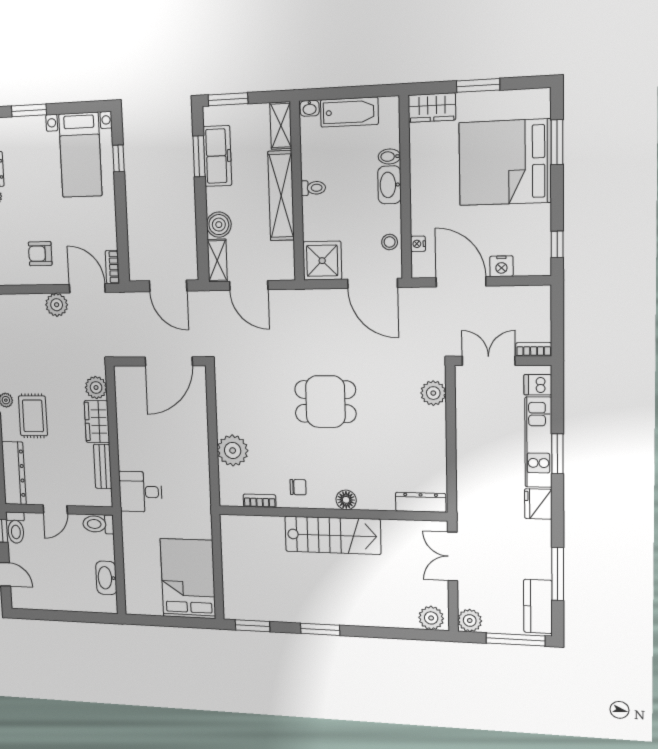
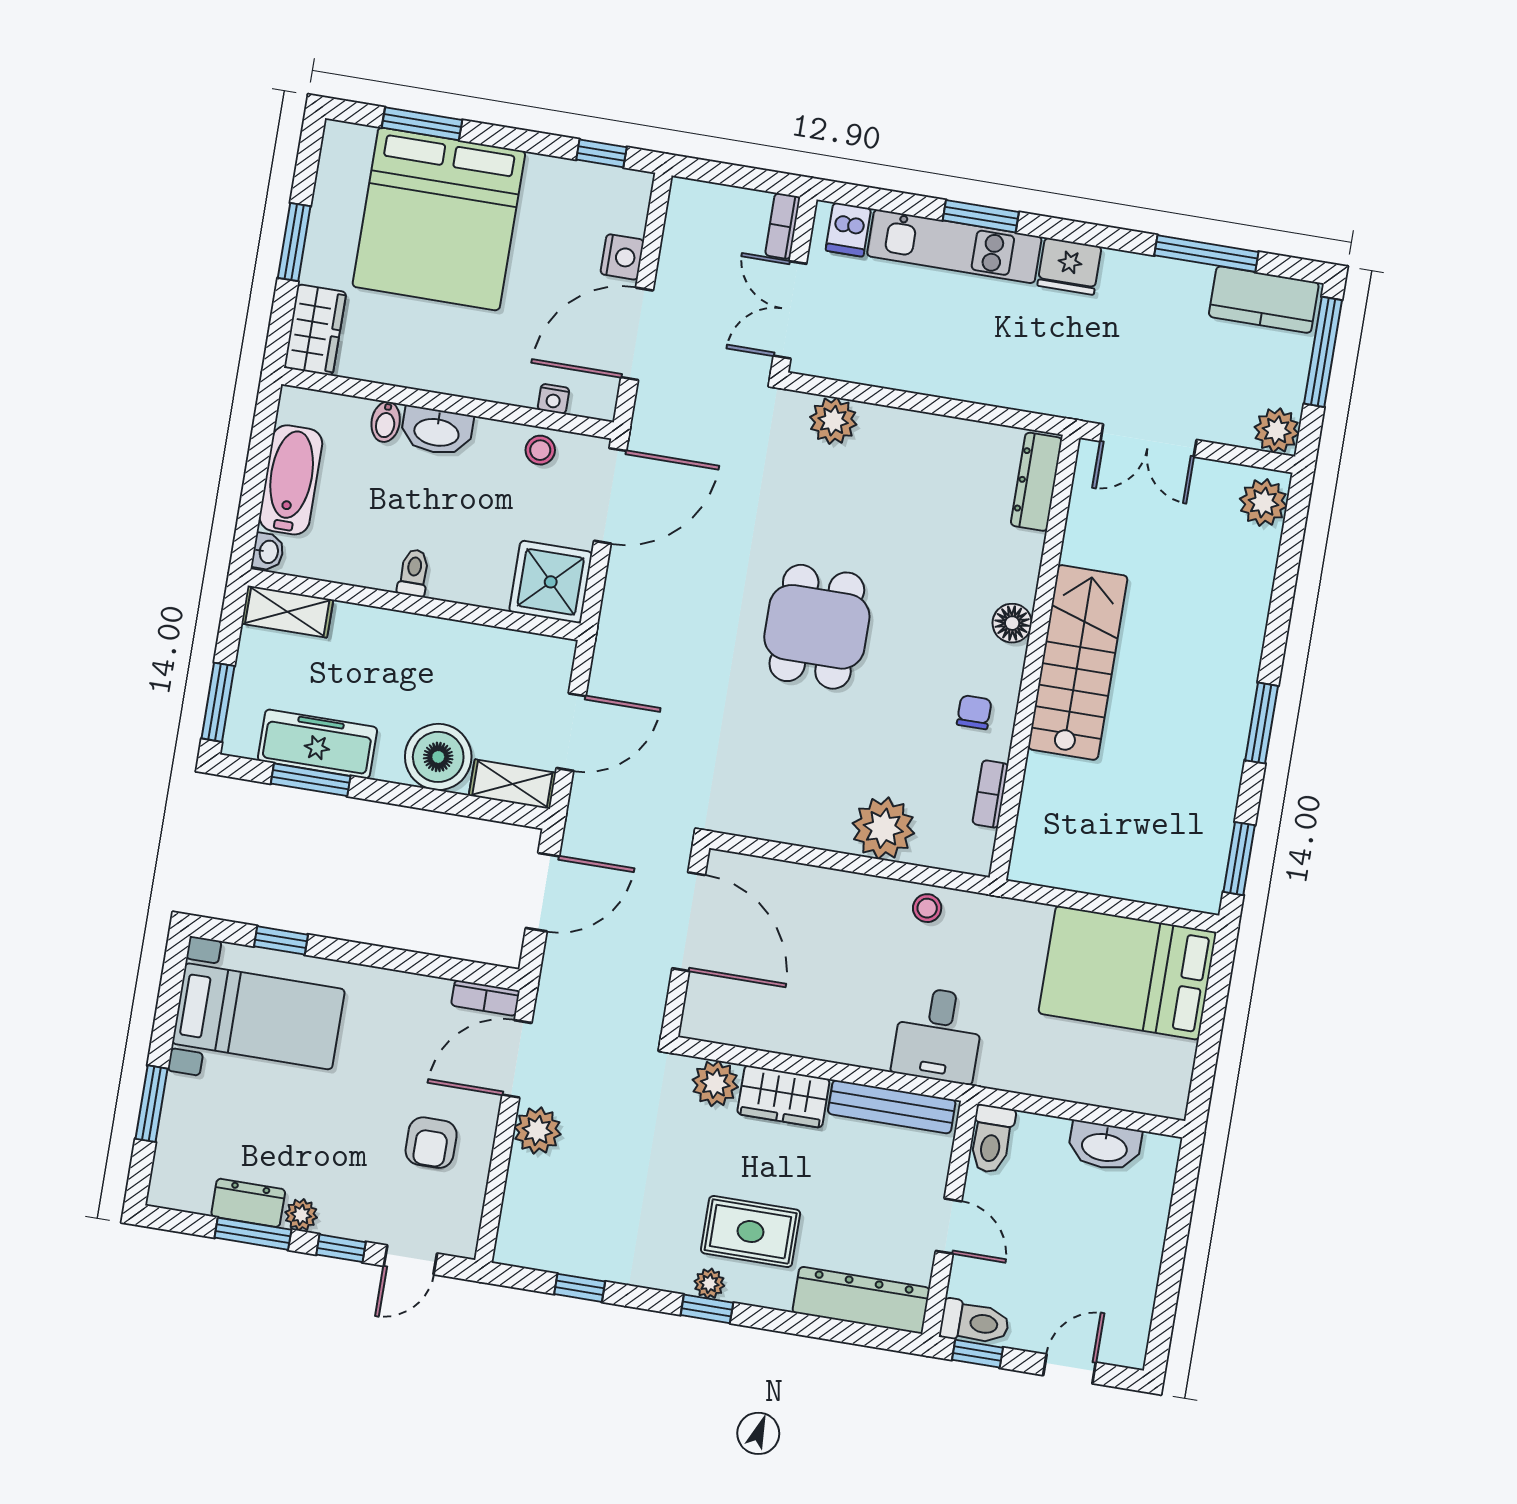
shelving: (281, 196) -> (416, 636), removed
boiler: (219, 225) -> (438, 757), width x1.37, depth x1.37
bench: (103, 466) -> (892, 1107), width x1.36
stool: (199, 478) -> (927, 908), added

